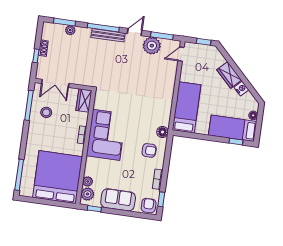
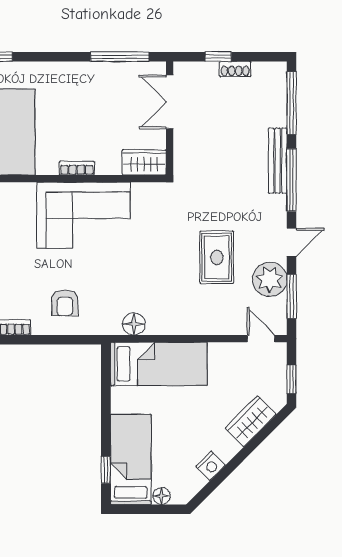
window: (64, 22) -> (291, 103), width x1.44
plant: (70, 30) -> (277, 116), removed
door: (135, 32) -> (291, 242), hinge flipped
bench: (108, 35) -> (278, 161), moved
rug: (137, 71) -> (217, 257), added
wardrobe: (229, 75) -> (251, 421), moved
stool: (46, 112) -> (111, 92), removed
floor lamp: (162, 132) -> (134, 324), moved

